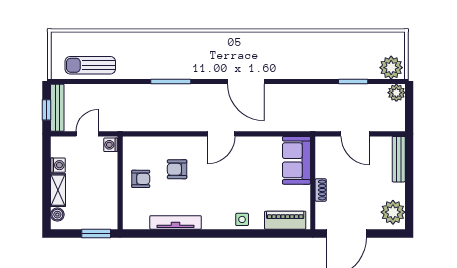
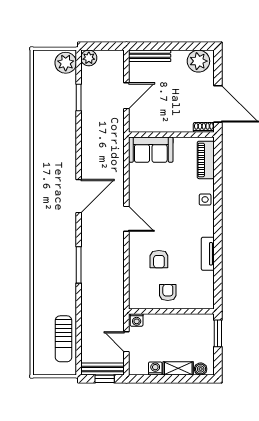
shoe rack: (321, 190) -> (204, 127), moved
tv unit: (176, 222) -> (208, 254), width x0.71

